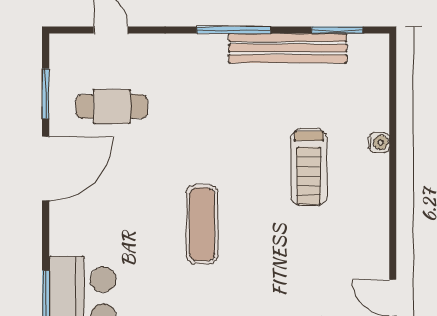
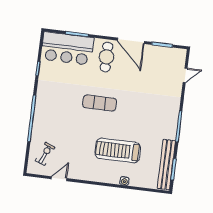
bench: (288, 48) -> (166, 165), moved
cafe table: (112, 106) -> (106, 57), moved
treadmill: (309, 167) -> (118, 150), width x1.37, depth x1.38

